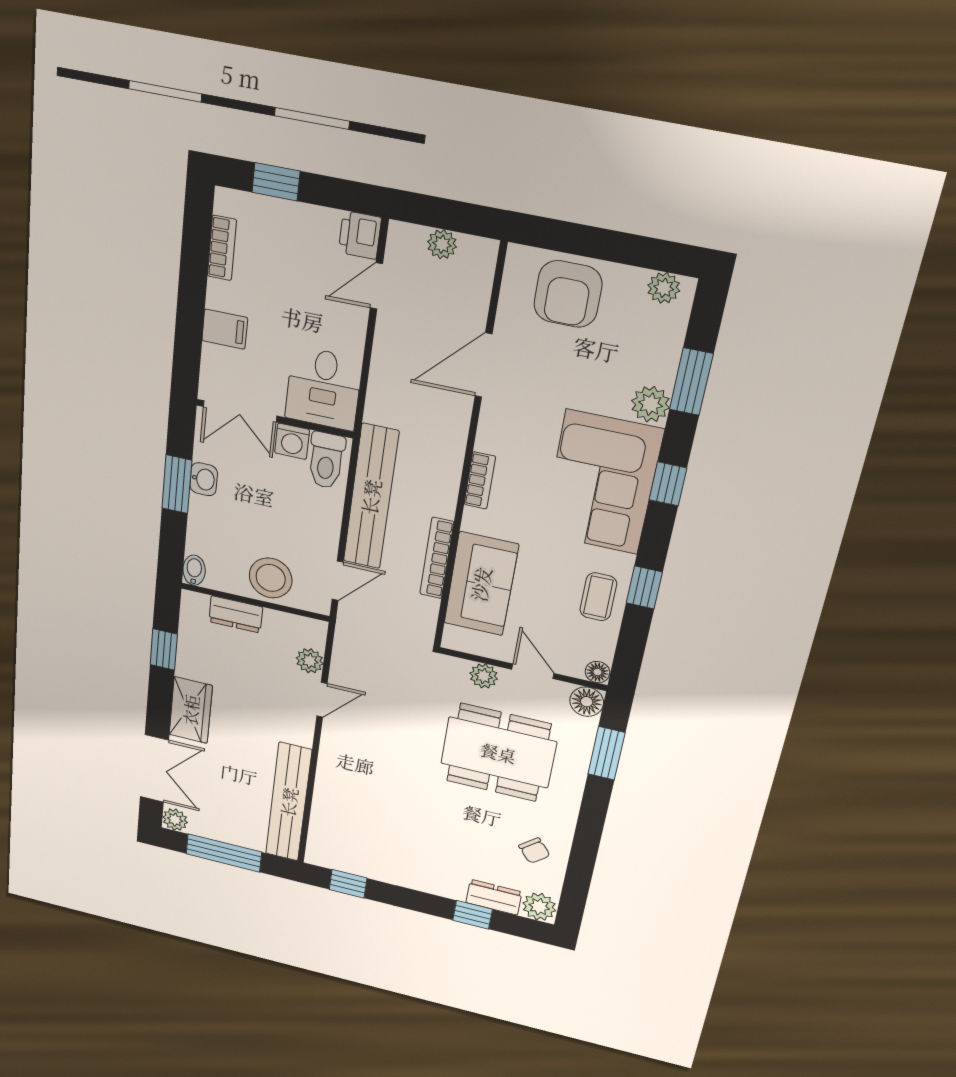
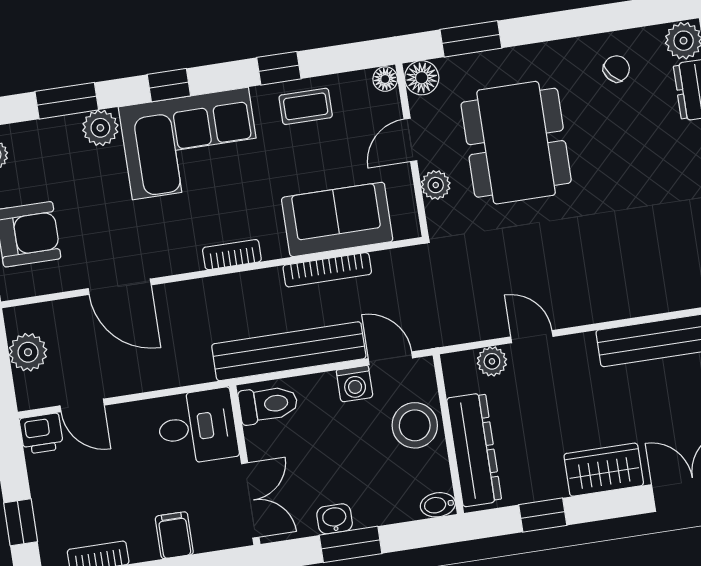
plant: (442, 244) -> (28, 352), width x1.38, depth x1.38
washing machine: (292, 441) -> (355, 384), moved, turned 90
dresser: (236, 614) -> (474, 450), width x1.96, depth x1.24

